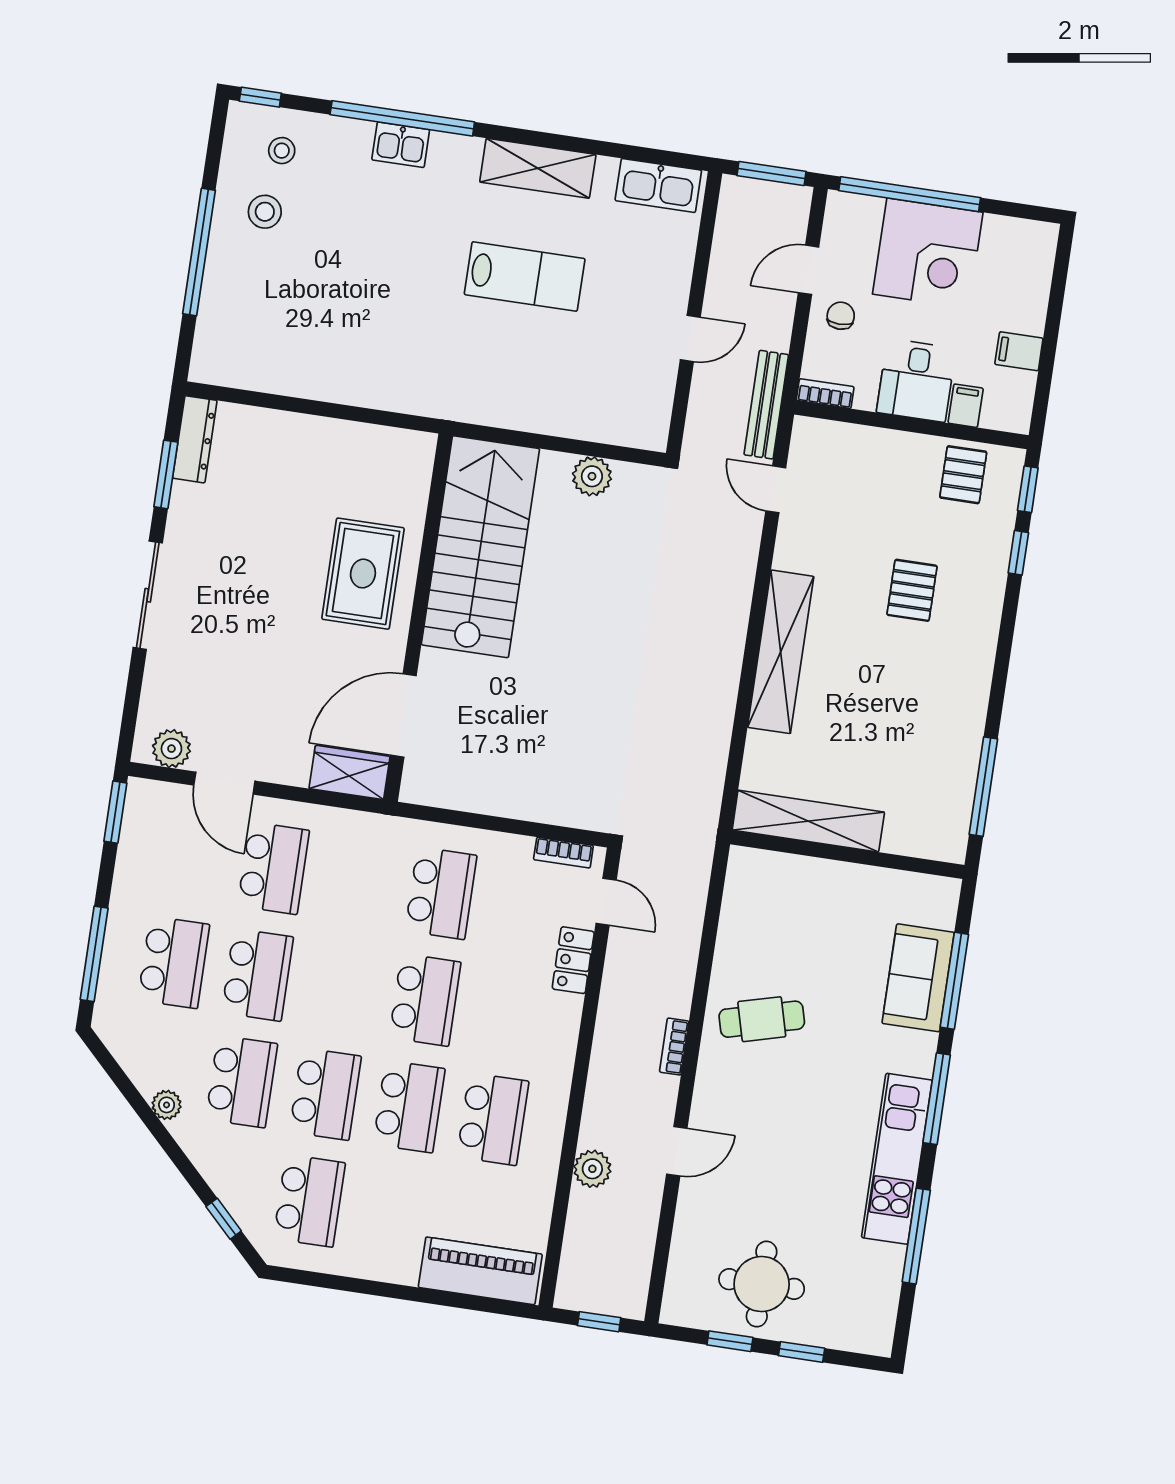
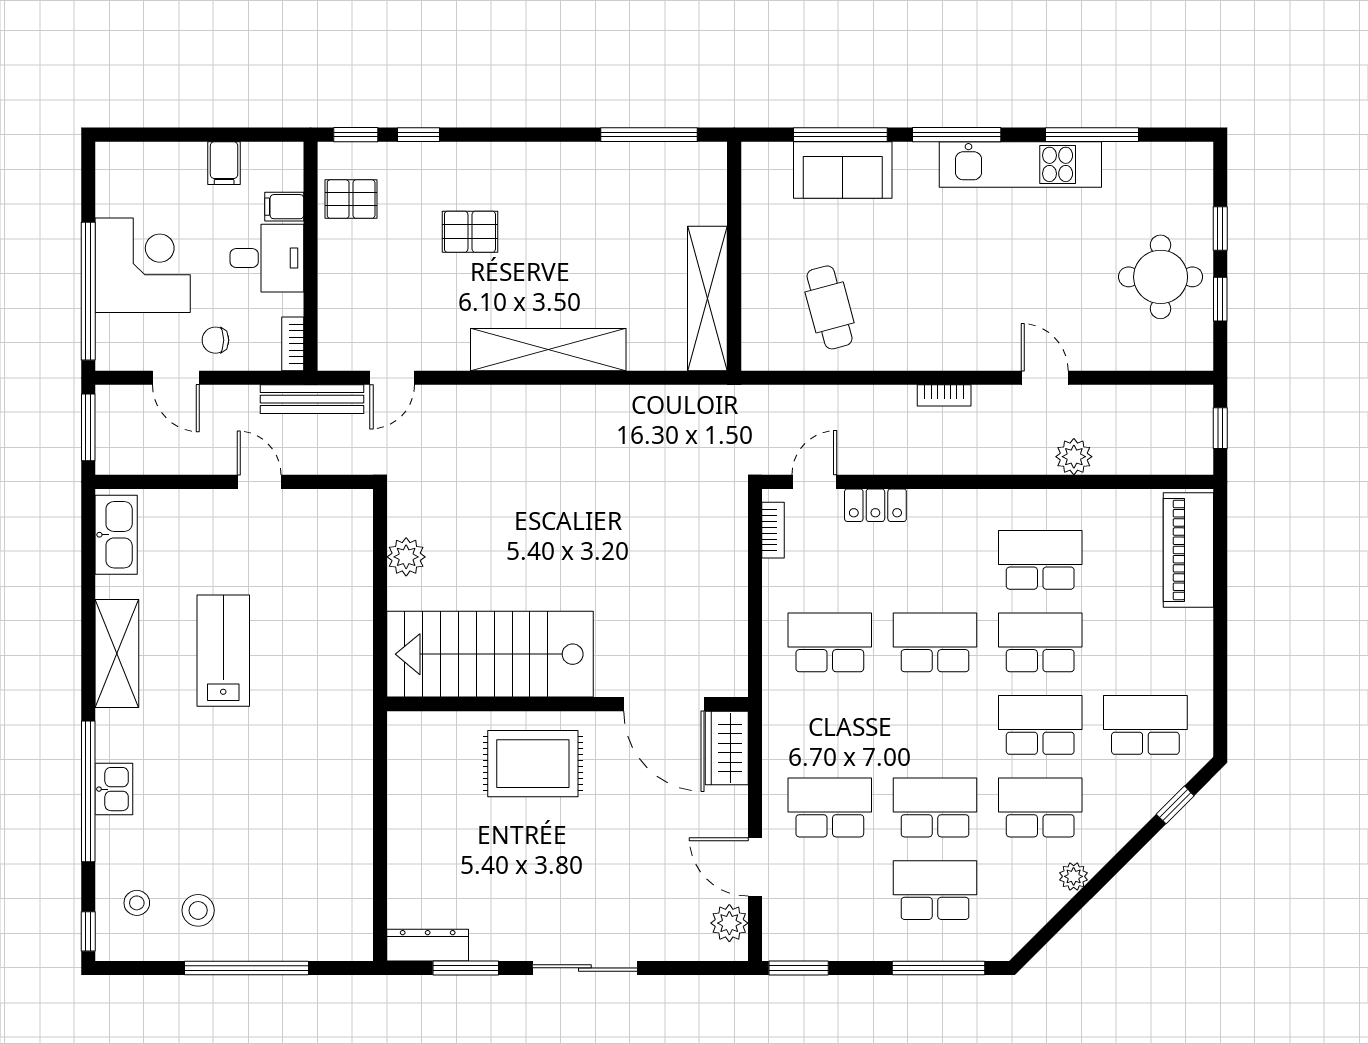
door: (224, 783) -> (755, 867), swing flipped
cafe table: (762, 1019) -> (830, 307), moved

